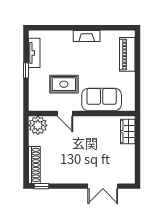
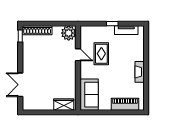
sofa: (102, 99) -> (89, 95), moved
door: (65, 113) -> (78, 55), swing flipped

